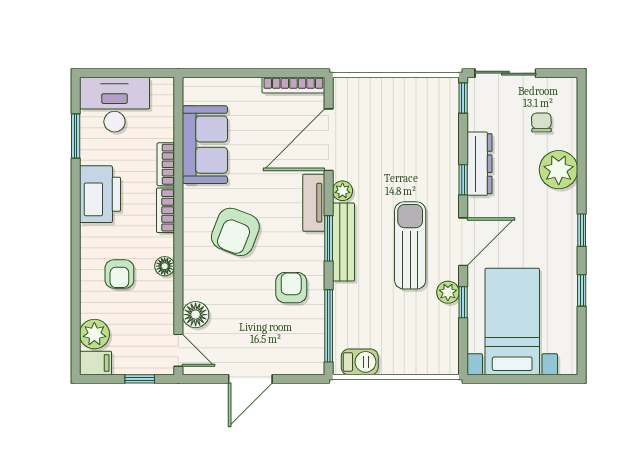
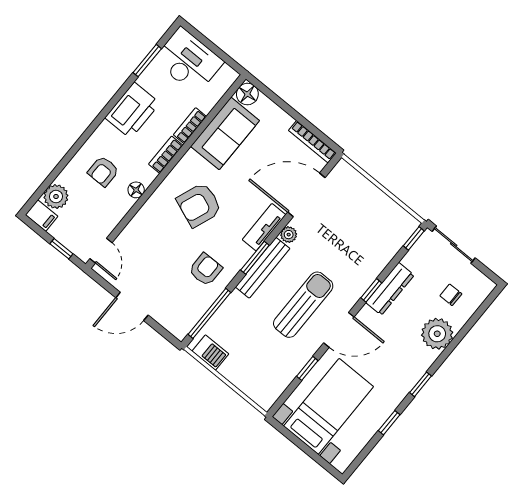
chair: (541, 123) -> (451, 295), turned -89
plant: (448, 292) -> (303, 354), removed
floor lamp: (196, 315) -> (247, 94), moved

